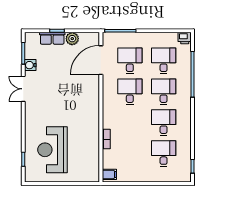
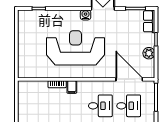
row of seats: (52, 38) -> (149, 21), moved
water cooler: (30, 65) -> (86, 15), moved
reception desk: (52, 150) -> (75, 48), moved, width x1.36, depth x1.30
filing cabinet: (109, 174) -> (72, 87), moved

